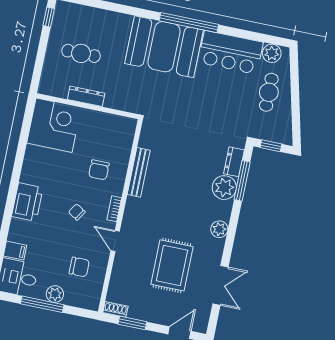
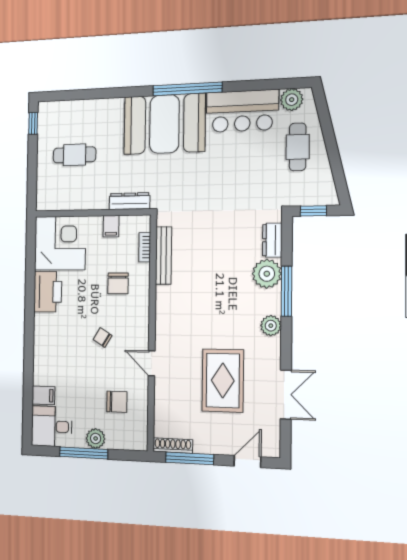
dresser: (86, 96) -> (130, 201), moved
filing cabinet: (102, 121) -> (111, 226), added
bench: (139, 172) -> (164, 255), moved
window: (242, 181) -> (287, 291), moved
printer: (27, 202) -> (48, 292), moved
bookcase: (114, 209) -> (145, 247), moved
shoe rack: (115, 309) -> (173, 446), width x1.43
window: (132, 323) -> (190, 458), width x1.44

